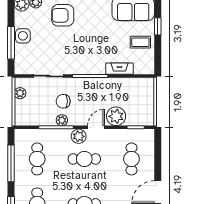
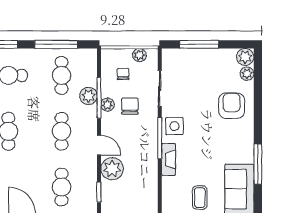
side table: (23, 36) -> (174, 126), moved
fireplace: (119, 69) -> (169, 159), moved
chair: (36, 107) -> (123, 74), added
plant: (79, 136) -> (88, 96), moved
cafe table: (37, 159) -> (62, 75), turned 90
cafe table: (131, 159) -> (62, 187), turned 90

